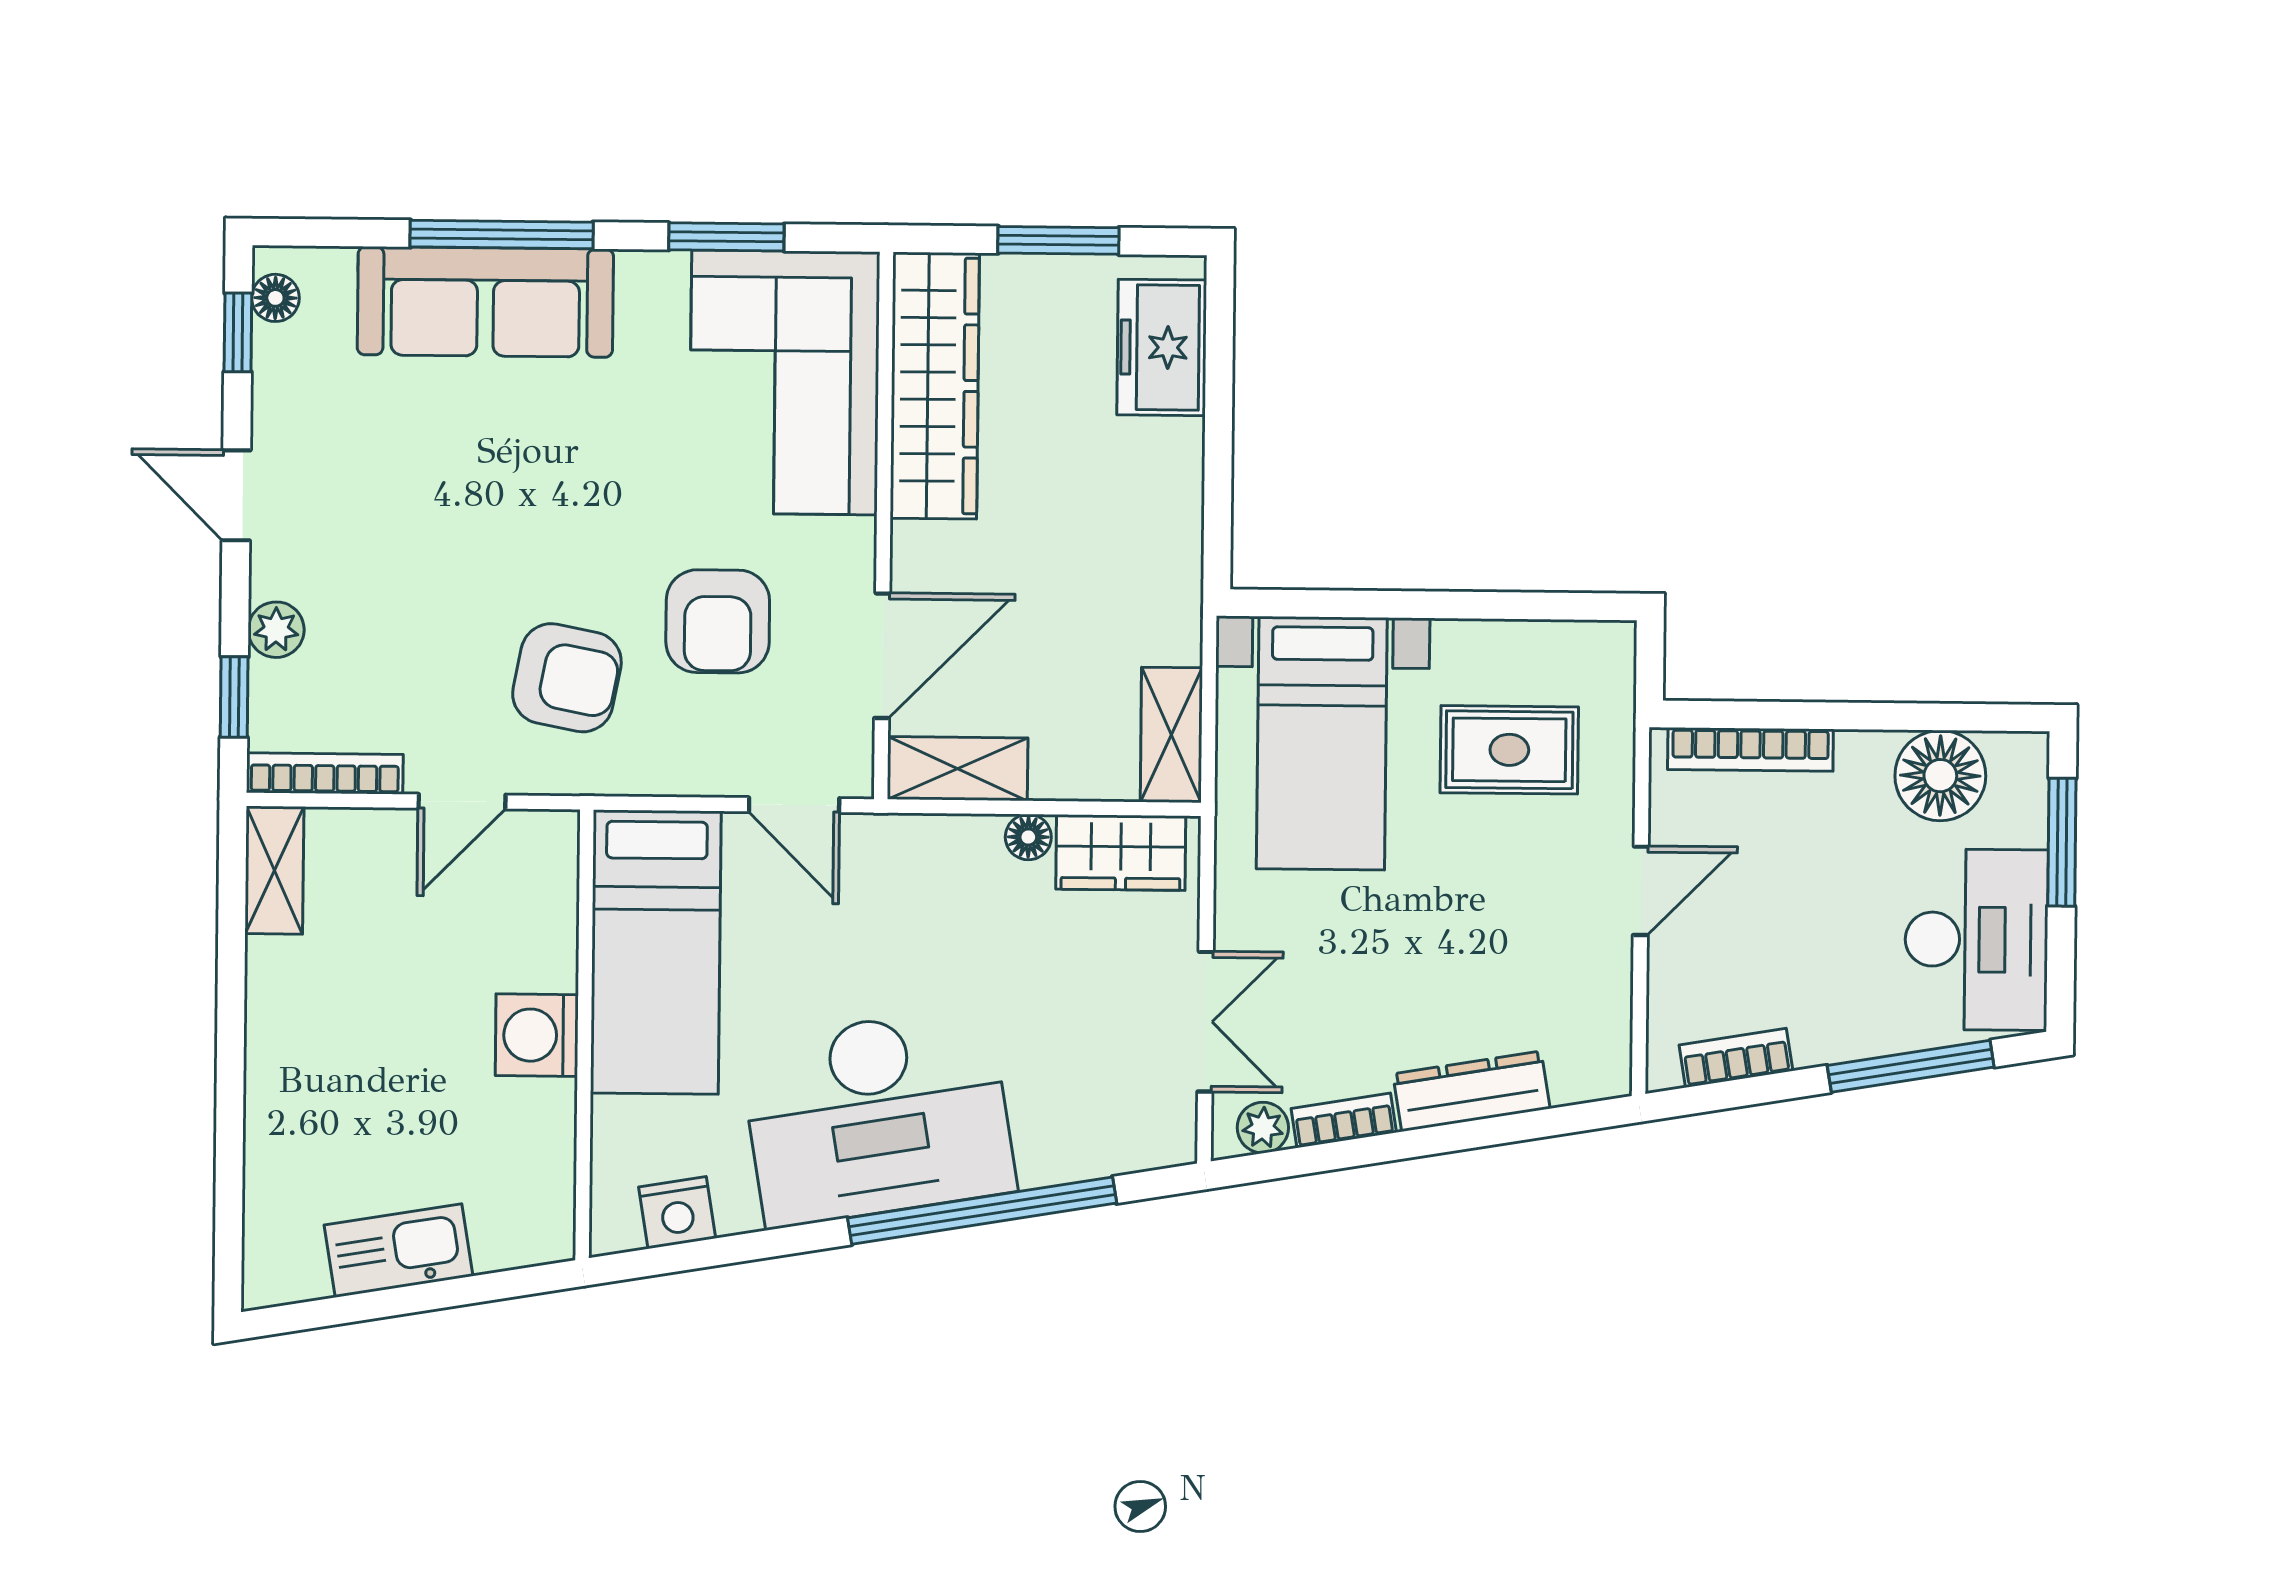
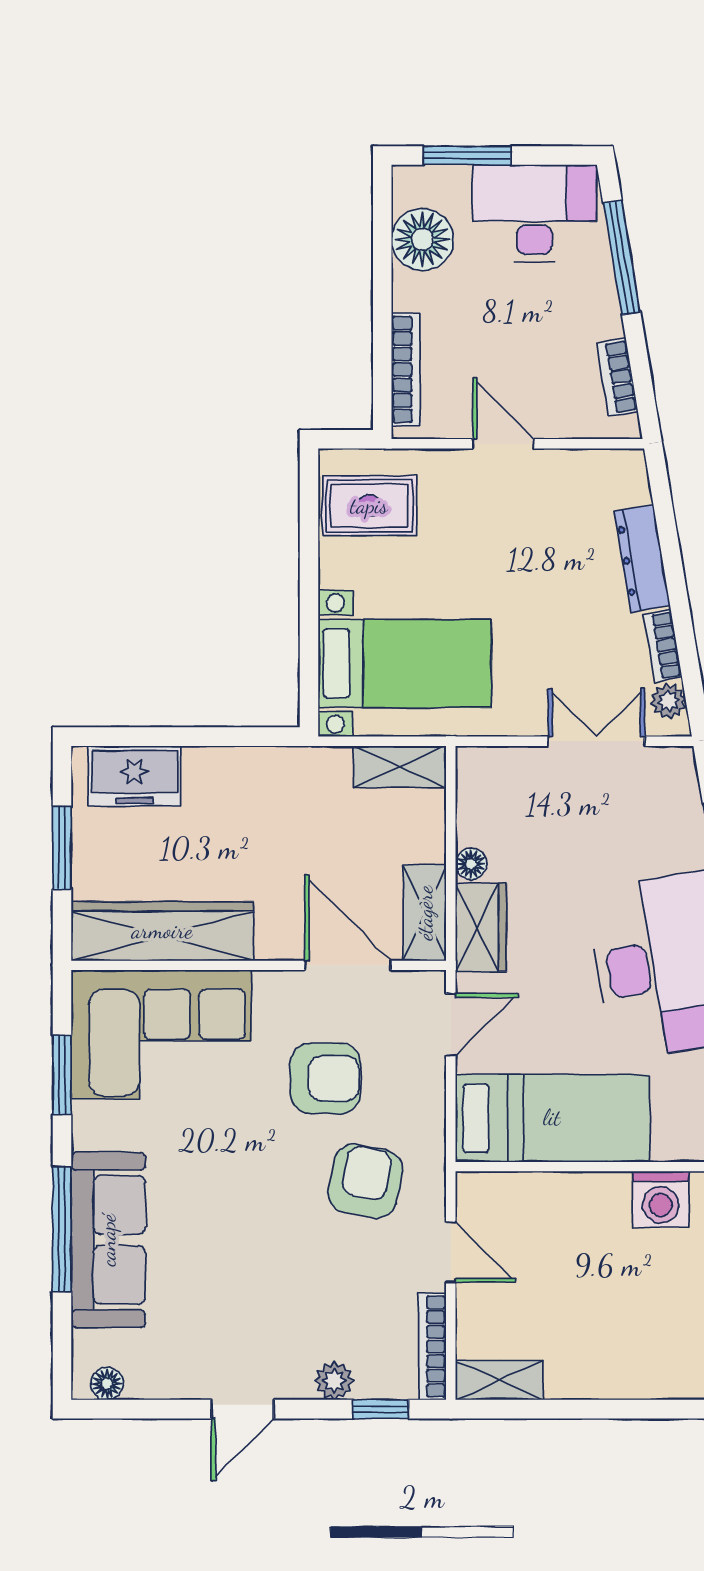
window: (238, 332) -> (131, 1409), removed
rug: (1509, 750) -> (369, 506), moved, turned 90
wardrobe: (1121, 853) -> (481, 927), moved
washing machine: (537, 1035) -> (661, 1199), moved

